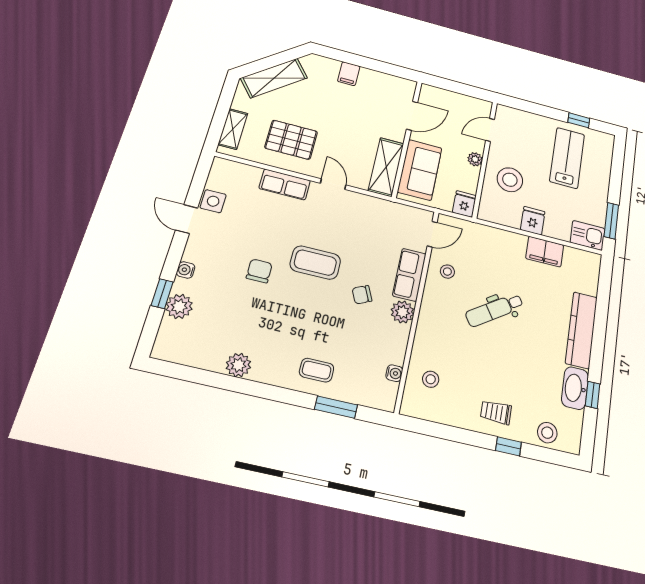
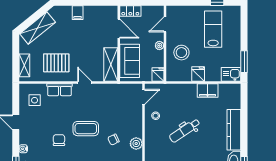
locker: (437, 95) -> (130, 11), added
door: (412, 116) -> (119, 29), hinge flipped
side table: (213, 201) -> (35, 100), moved
row of seats: (409, 275) -> (136, 123), removed

